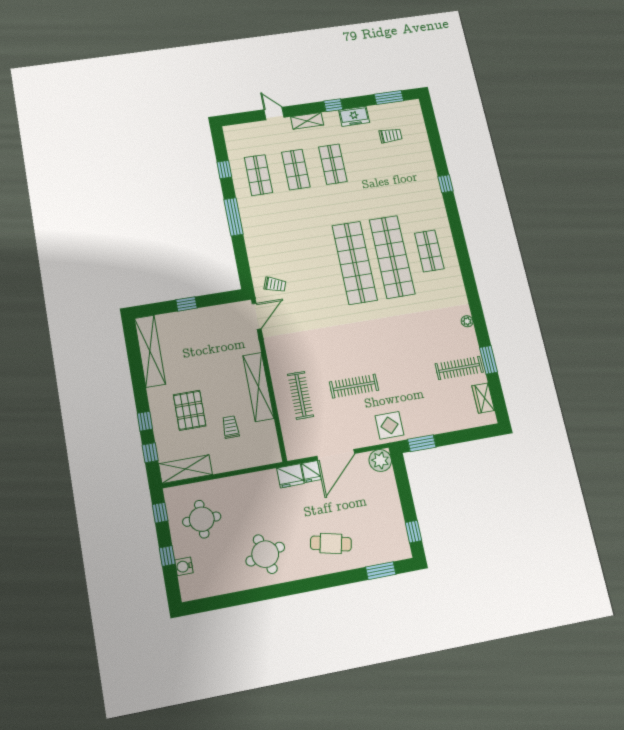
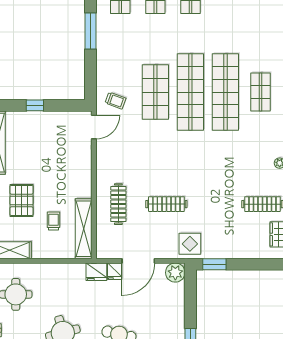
shop shelf: (317, 269) -> (155, 92), added
shelving: (258, 387) -> (84, 229), moved

